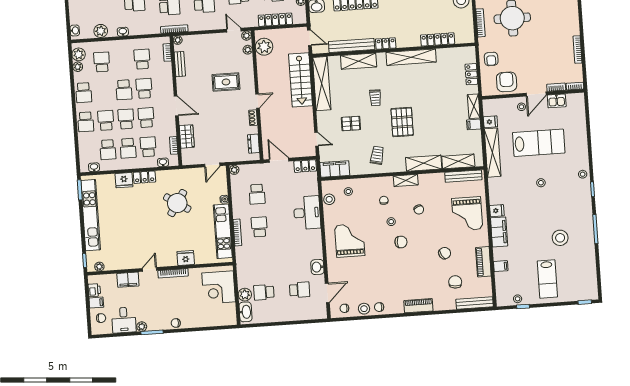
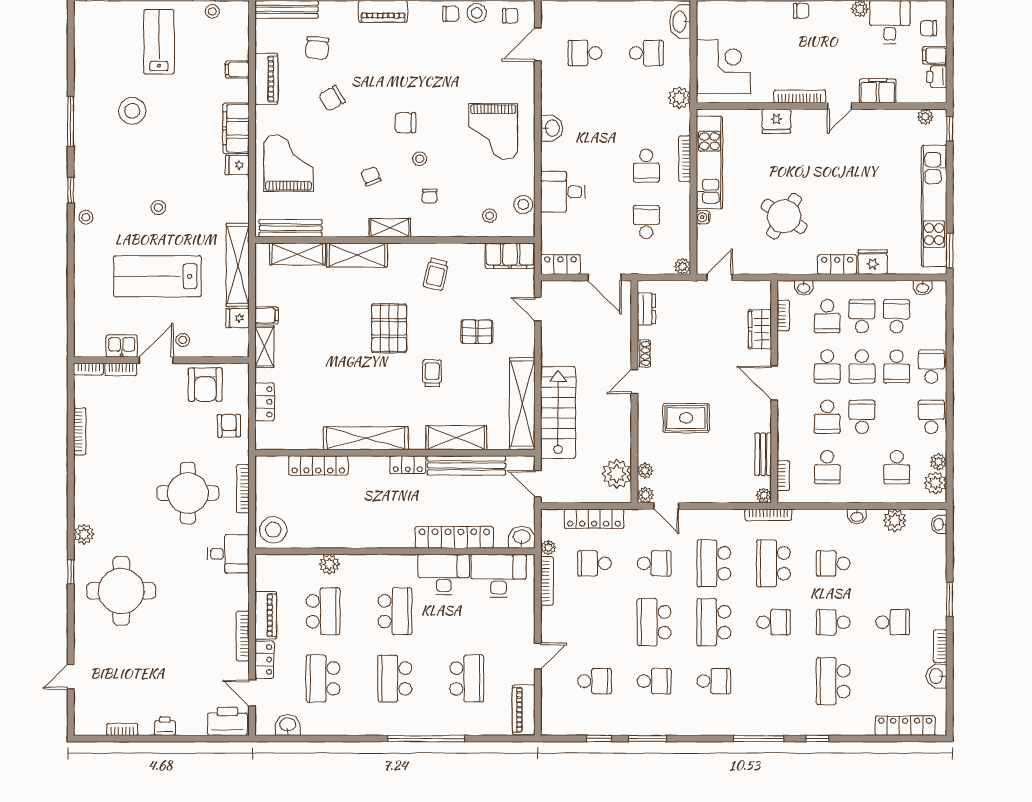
desk: (307, 213) -> (563, 192), width x0.73
washbasin: (317, 267) -> (552, 128), moved
plant: (245, 295) -> (679, 98), moved

